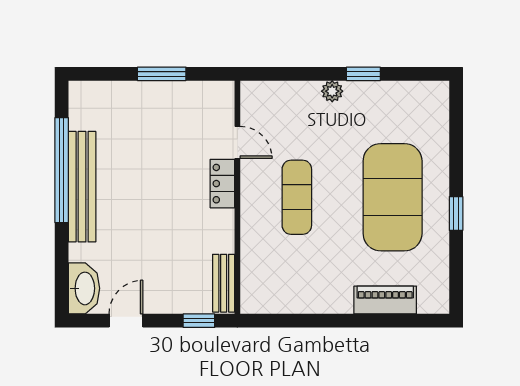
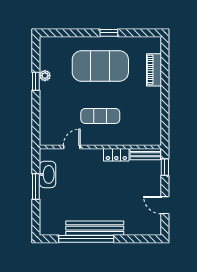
plant: (332, 91) -> (45, 76), moved
locker: (222, 184) -> (116, 155), moved
washbasin: (84, 288) -> (48, 174), moved, turned 90

